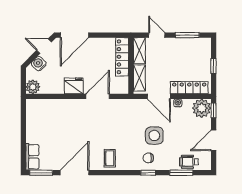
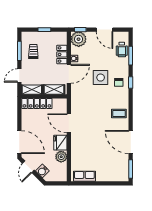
trolley: (186, 52) -> (33, 52), added
plant: (33, 87) -> (61, 157), moved
locker: (189, 88) -> (62, 54), width x0.66
row of seats: (32, 157) -> (84, 176), moved

